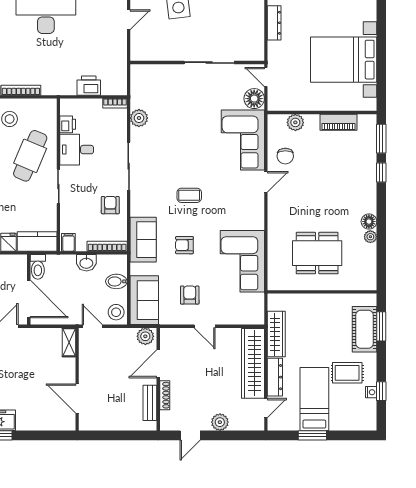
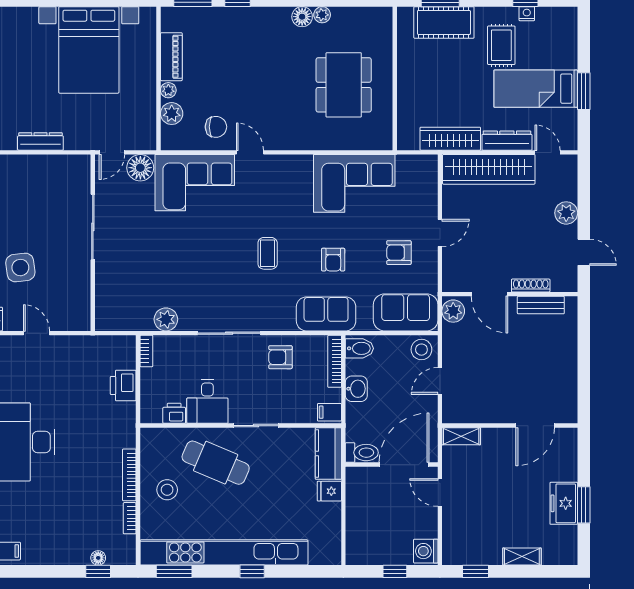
plant: (313, 120) -> (168, 90), added
bidet: (116, 281) -> (359, 348), moved, turned -90
shelving: (69, 342) -> (461, 436), moved
wall: (77, 379) -> (510, 426), moved
door: (77, 399) -> (535, 426), moved

